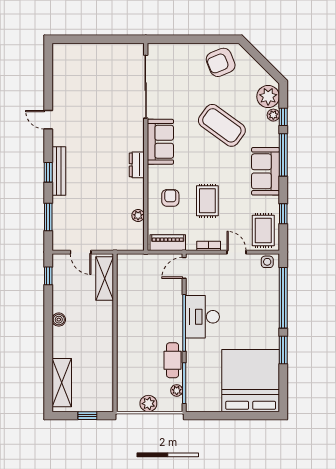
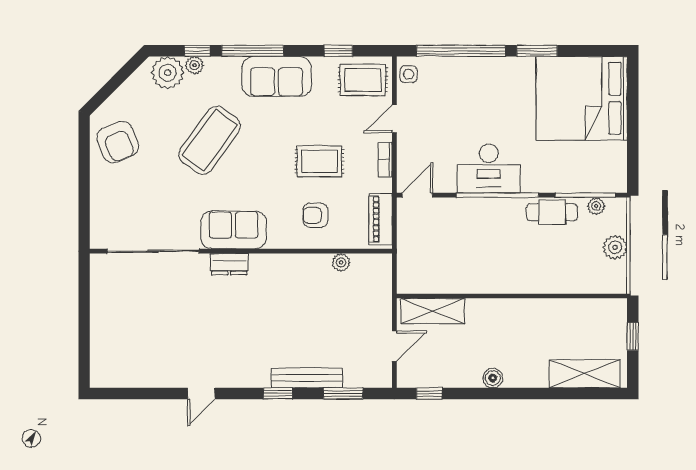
dresser: (137, 165) -> (229, 264), moved
bench: (59, 171) -> (307, 378), moved
door: (184, 268) -> (417, 195), swing flipped

